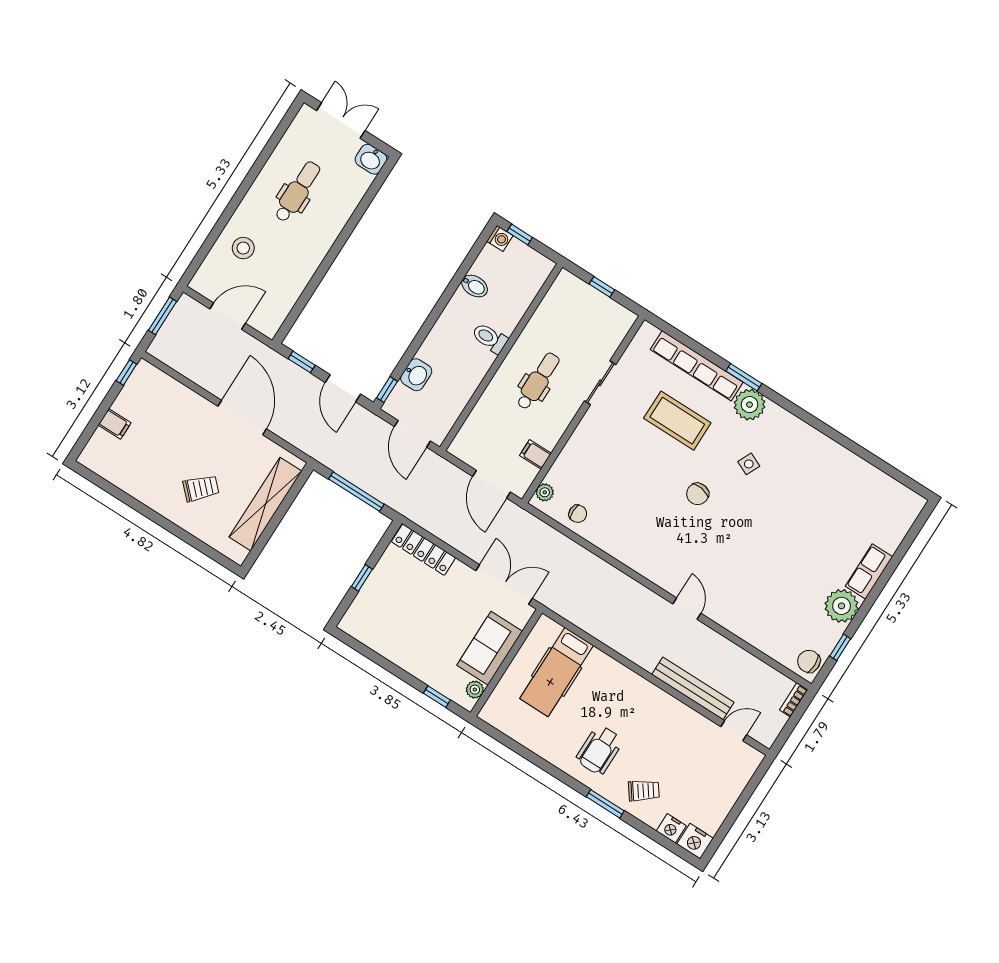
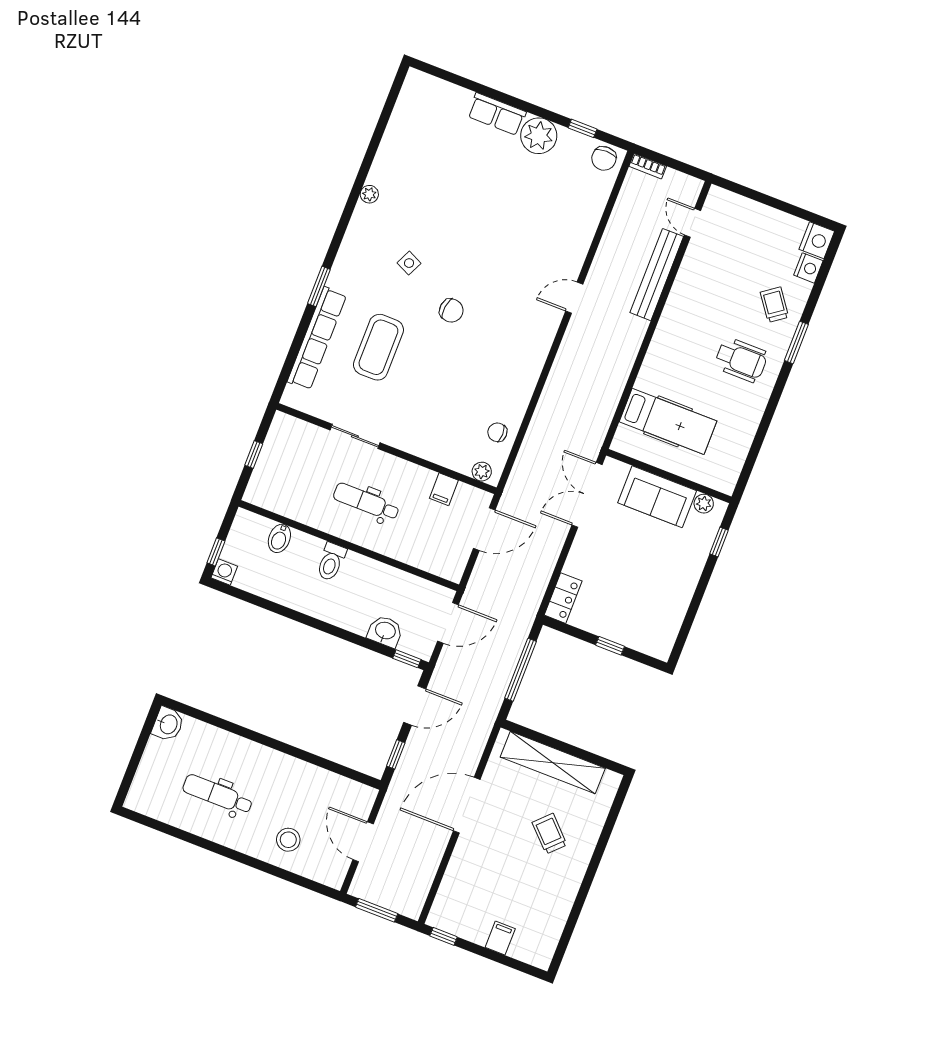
double door: (341, 121) -> (134, 764), removed
bidet: (475, 286) -> (279, 538), moved, turned 180
plant: (749, 405) -> (369, 194), moved, width x0.53, depth x0.53
chair: (578, 514) -> (497, 432), turned -90
locker: (424, 550) -> (563, 598), width x0.66

